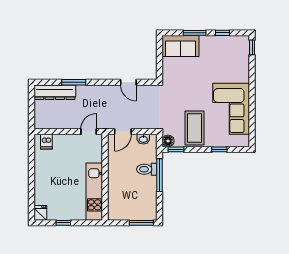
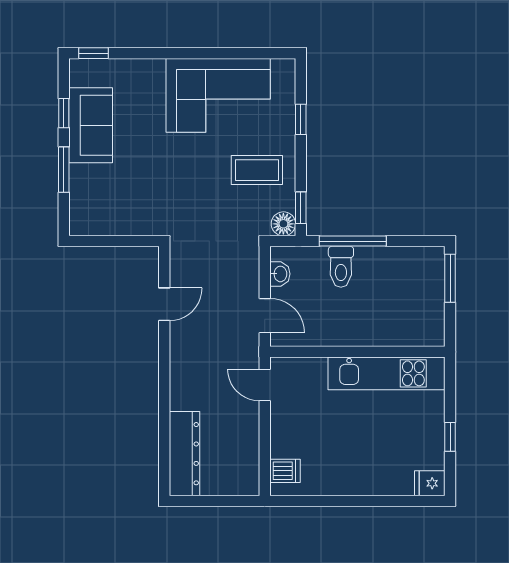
sofa: (180, 46) -> (91, 125), moved
window: (74, 82) -> (164, 415), removed
coffee table: (194, 128) -> (257, 170), width x0.73, depth x0.76

